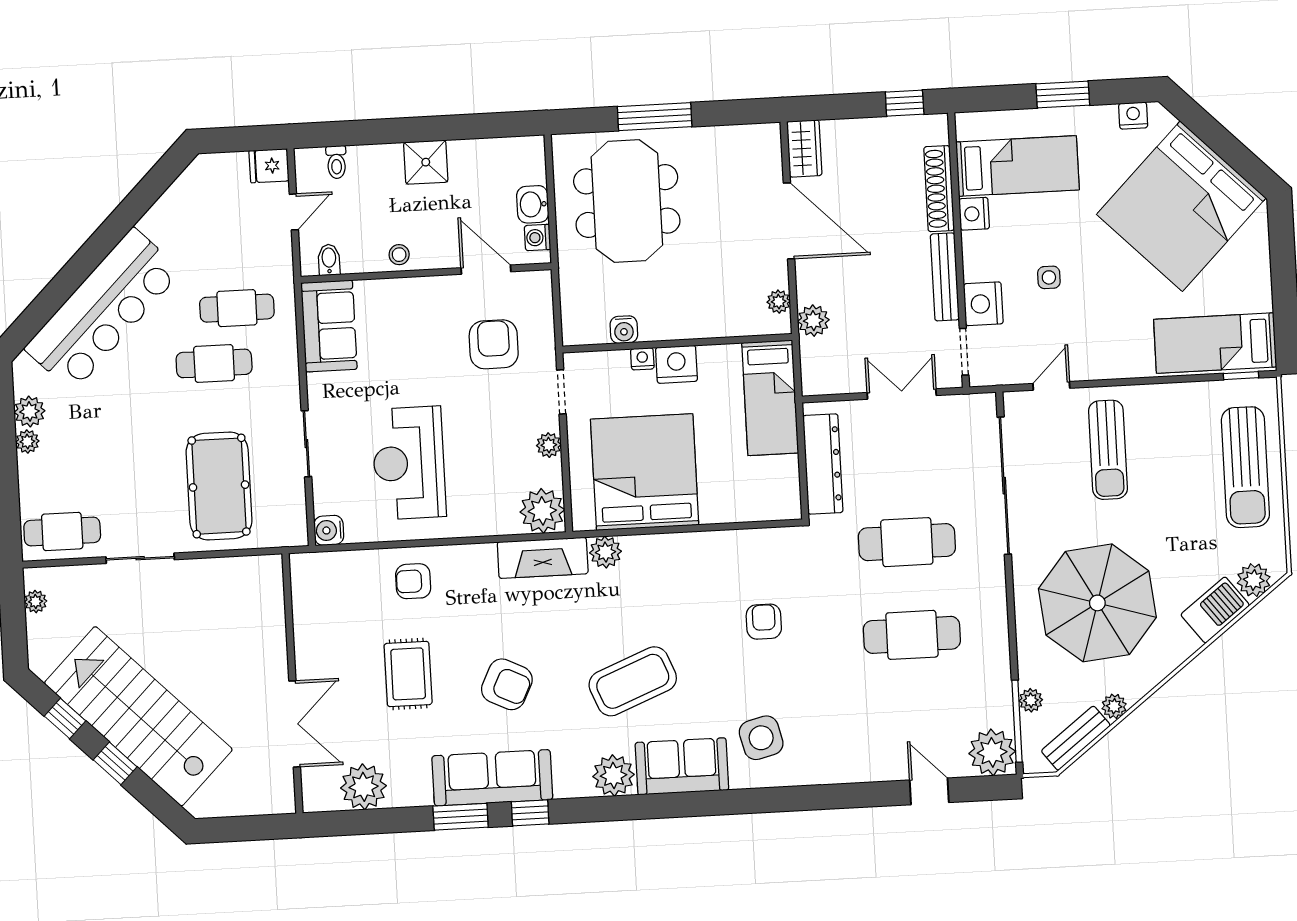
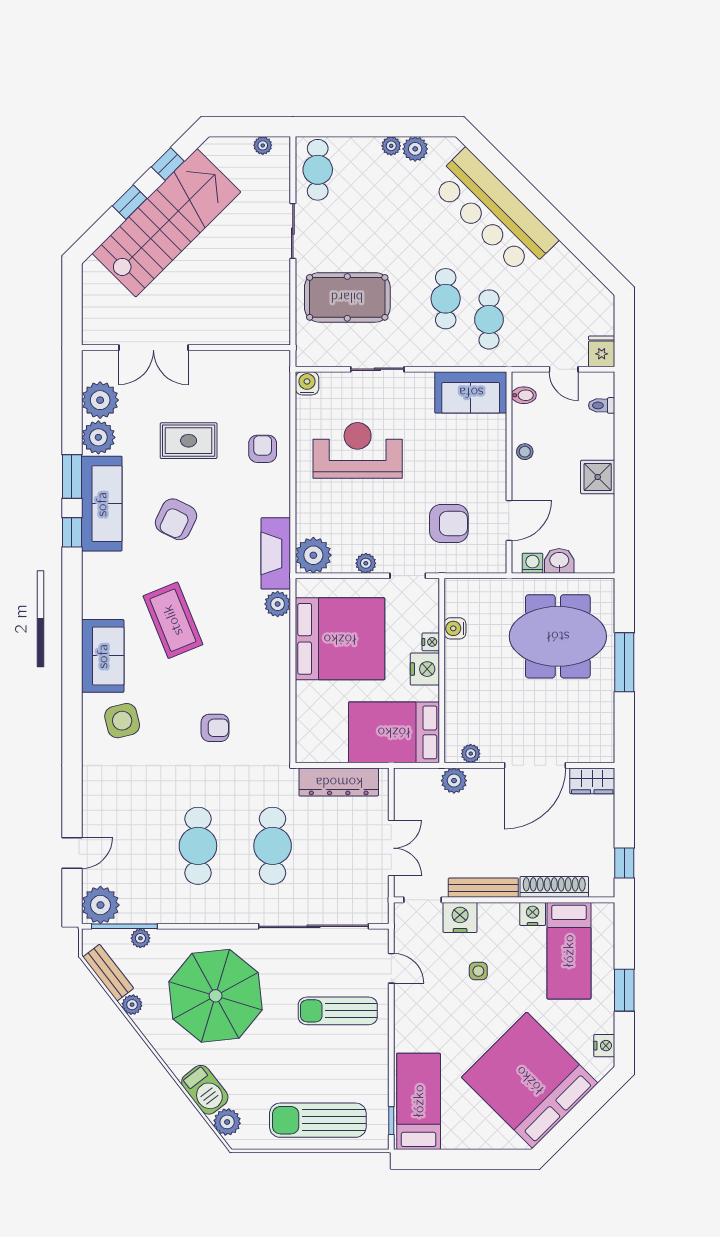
bed: (770, 398) -> (394, 732), width x1.50
plant: (614, 775) -> (98, 437), moved

